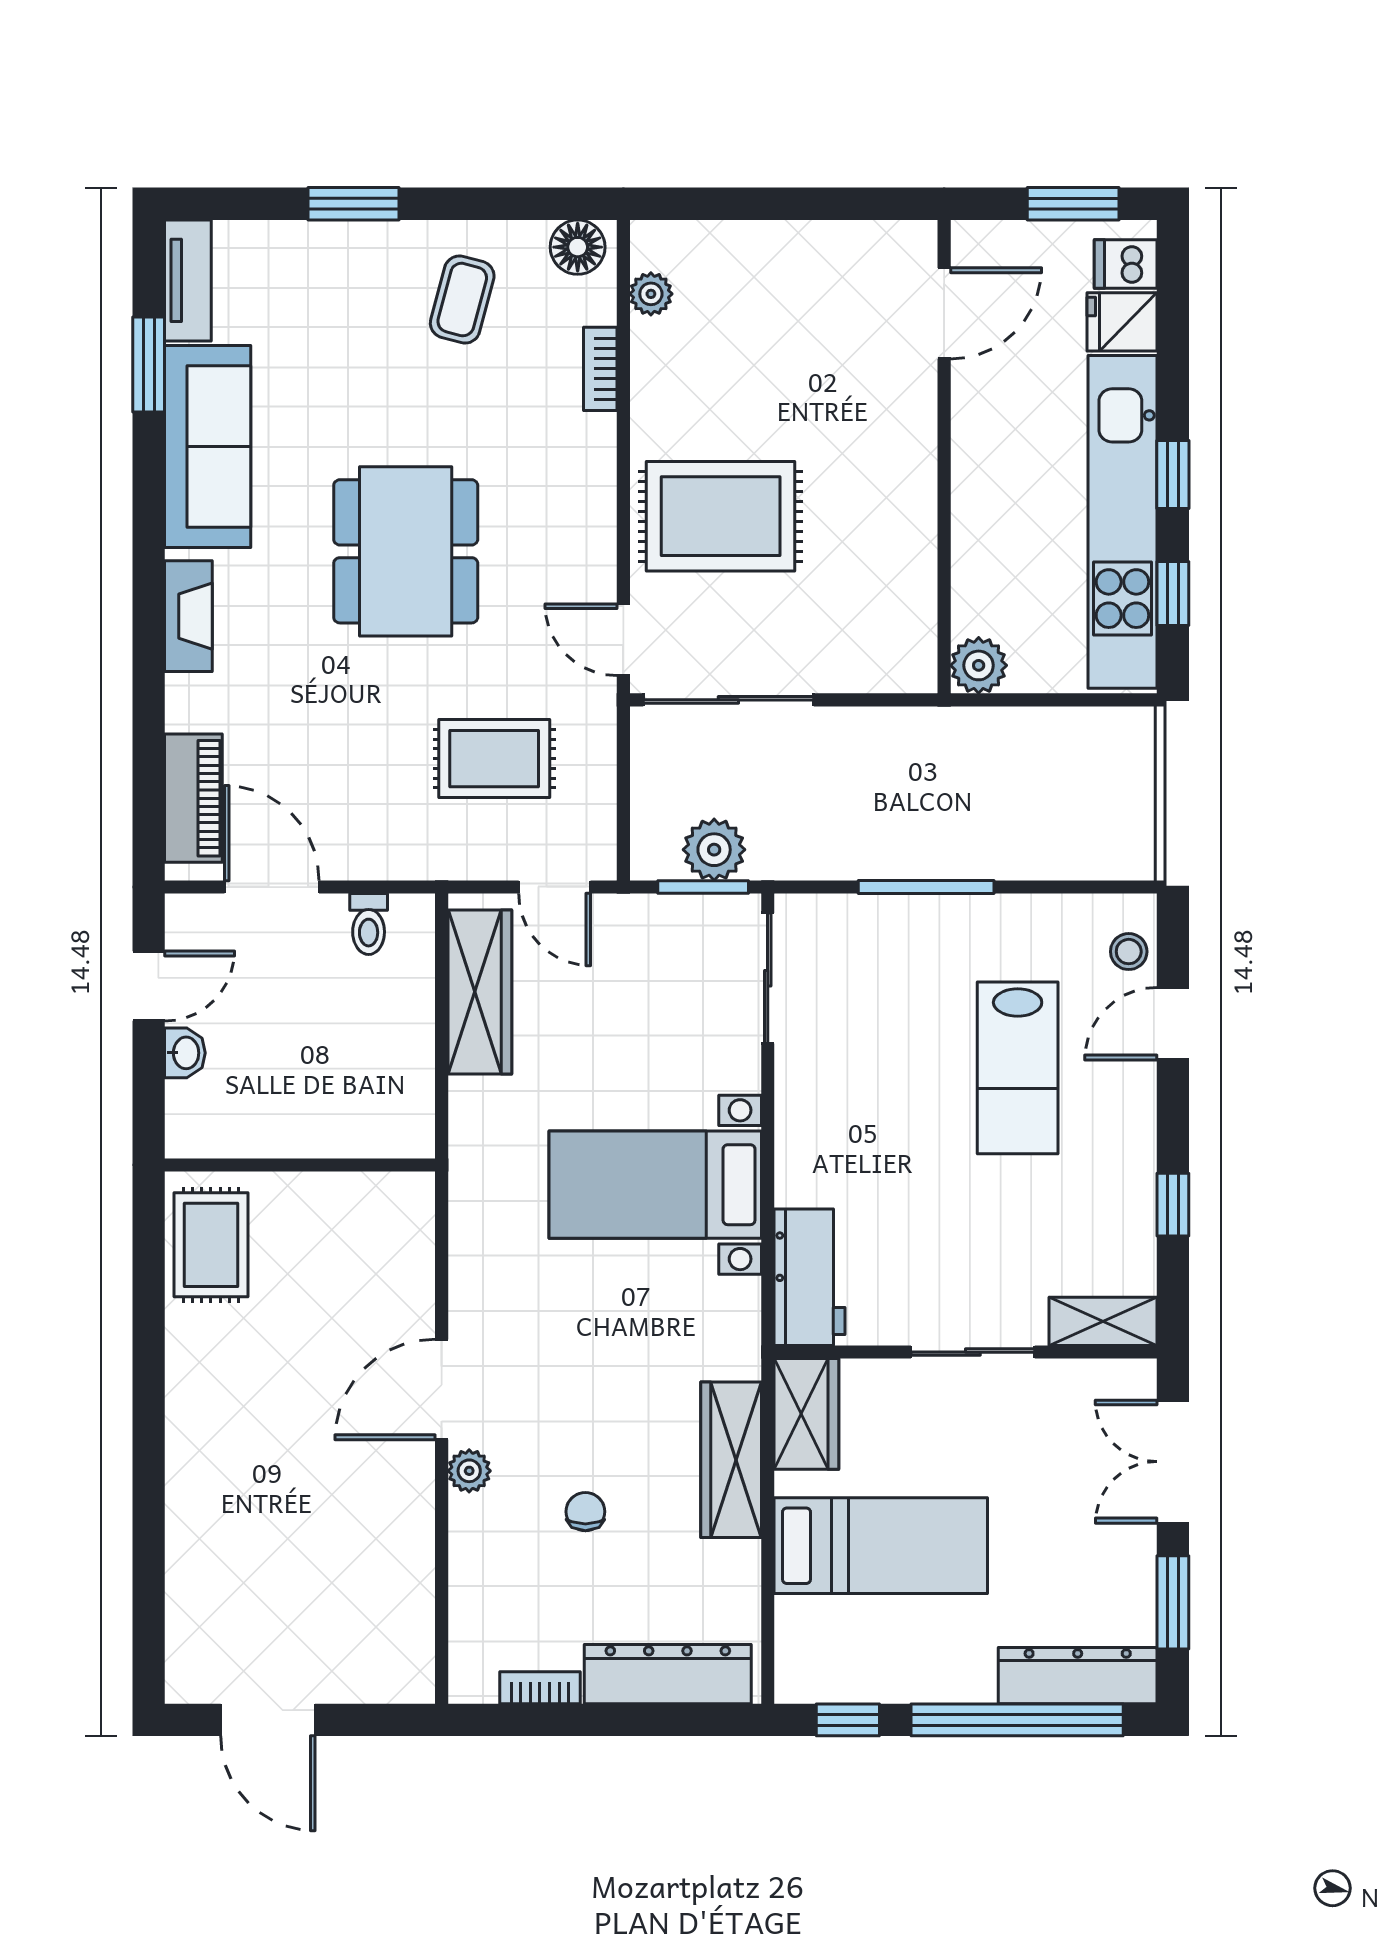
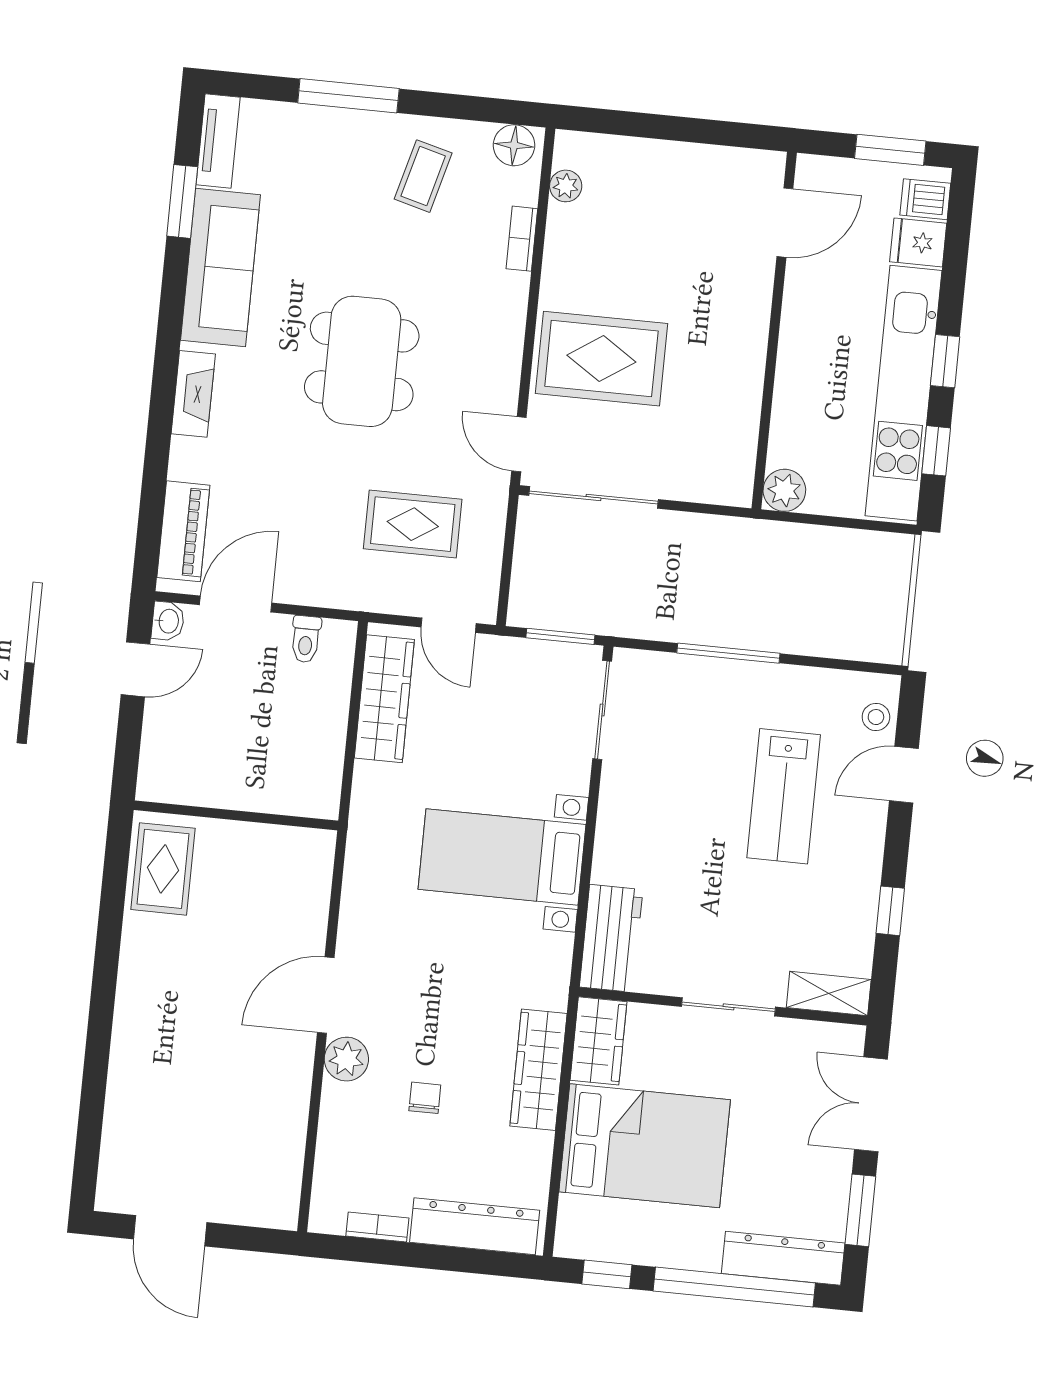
window: (353, 204) -> (348, 96), width x1.44
plant: (714, 850) -> (571, 609), removed
door: (272, 887) -> (236, 604), hinge flipped
washbasin: (185, 1053) -> (168, 621), moved
plant: (469, 1471) -> (346, 1059), width x1.38, depth x1.38
bed: (881, 1546) -> (645, 1146), width x1.50

